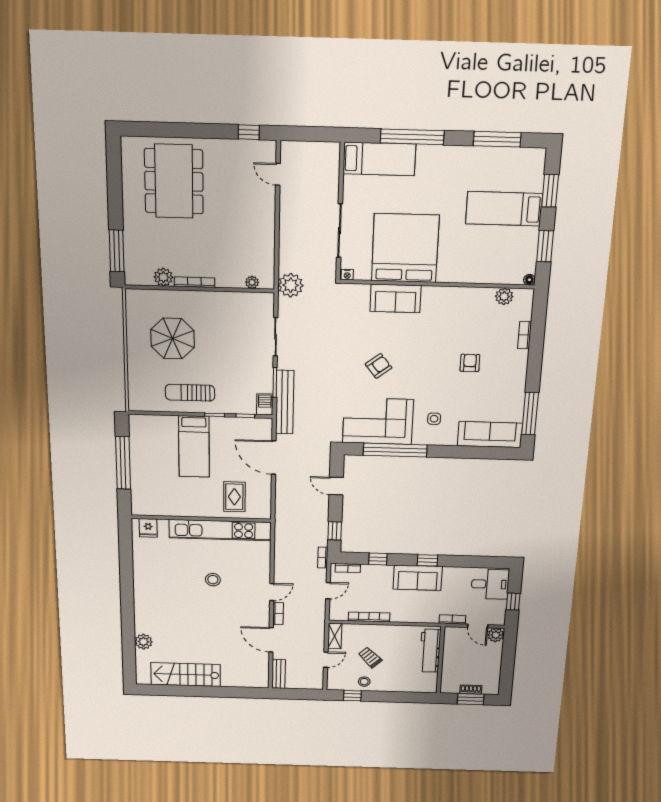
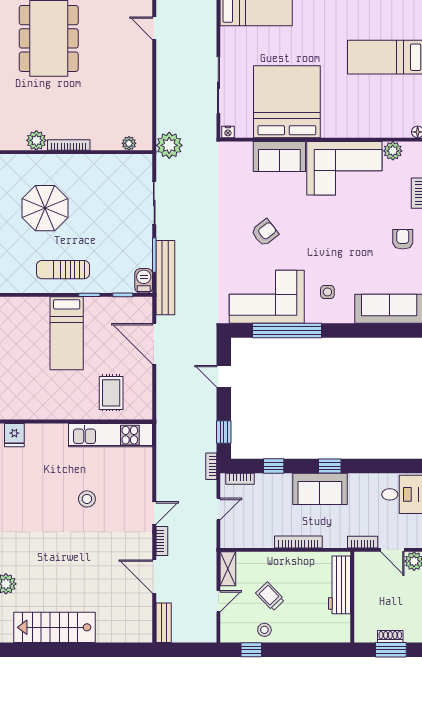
corner sofa: (457, 311) -> (344, 168), added
armchair: (470, 363) -> (403, 239), moved
kitchen unit: (220, 530) -> (111, 435), width x0.73
bookcase: (369, 617) -> (298, 542), moved

